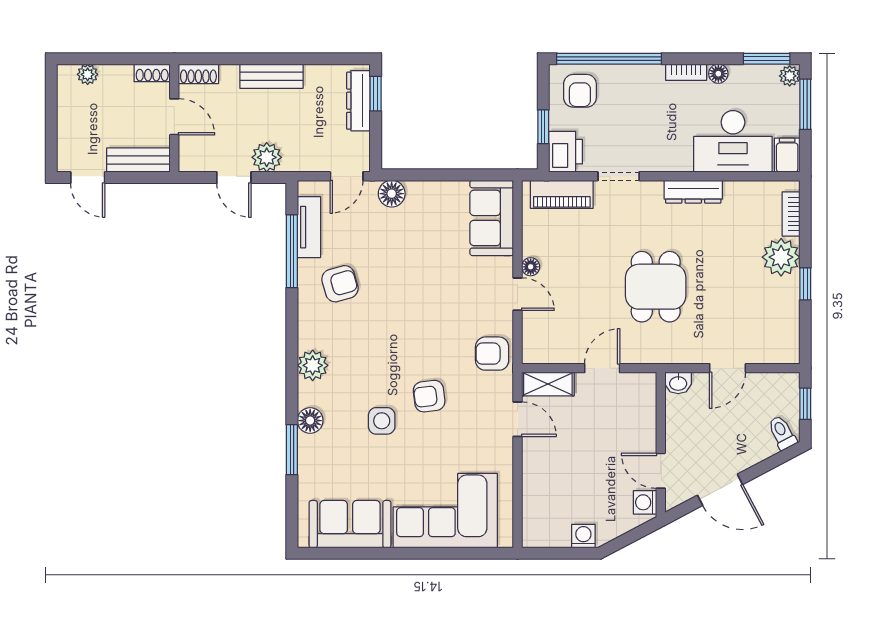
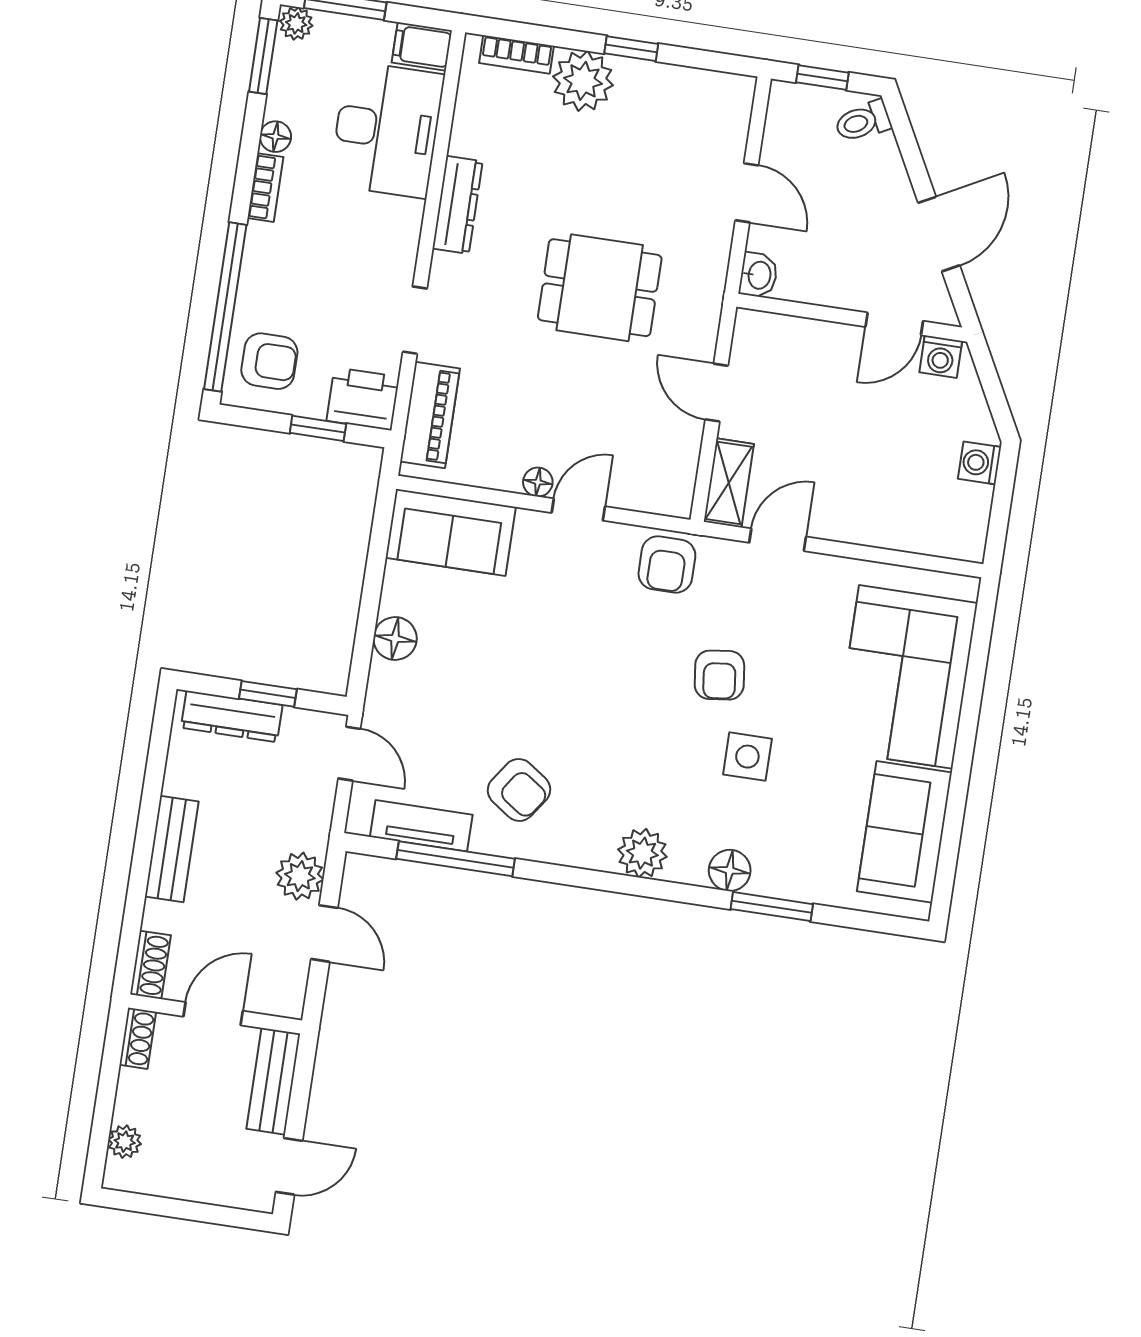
window: (376, 94) -> (268, 694), moved
door: (234, 178) -> (324, 933), hinge flipped
floor lamp: (392, 194) -> (395, 639), moved
armchair: (340, 284) -> (519, 790), turned 141

